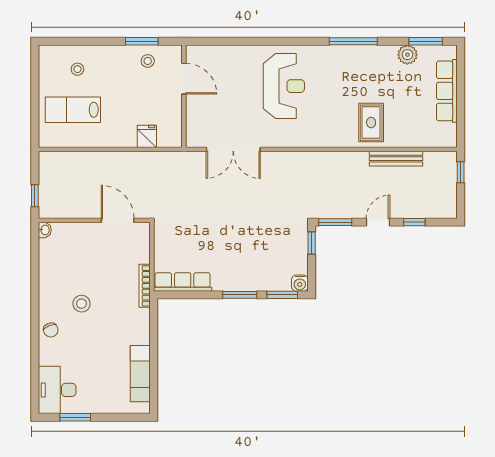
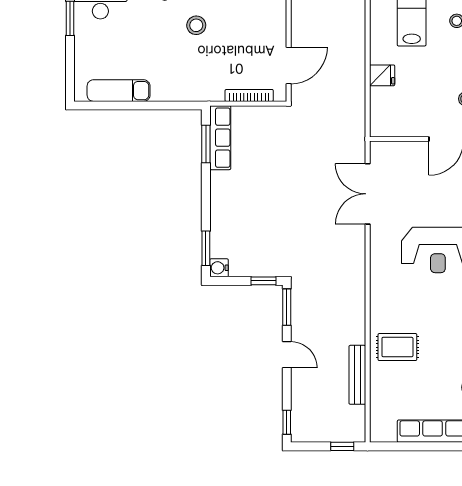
fridge: (147, 136) -> (382, 75), moved
window: (414, 222) -> (287, 422), moved
bookcase: (145, 286) -> (249, 95), moved
window: (240, 295) -> (206, 144), moved

